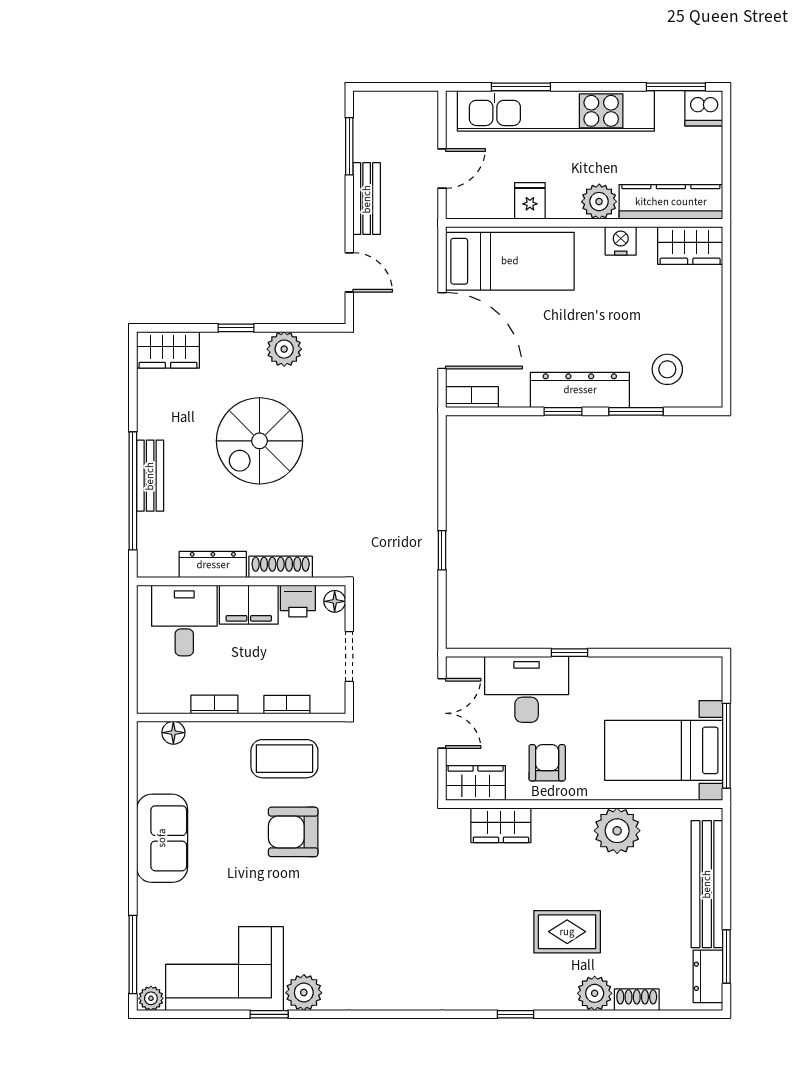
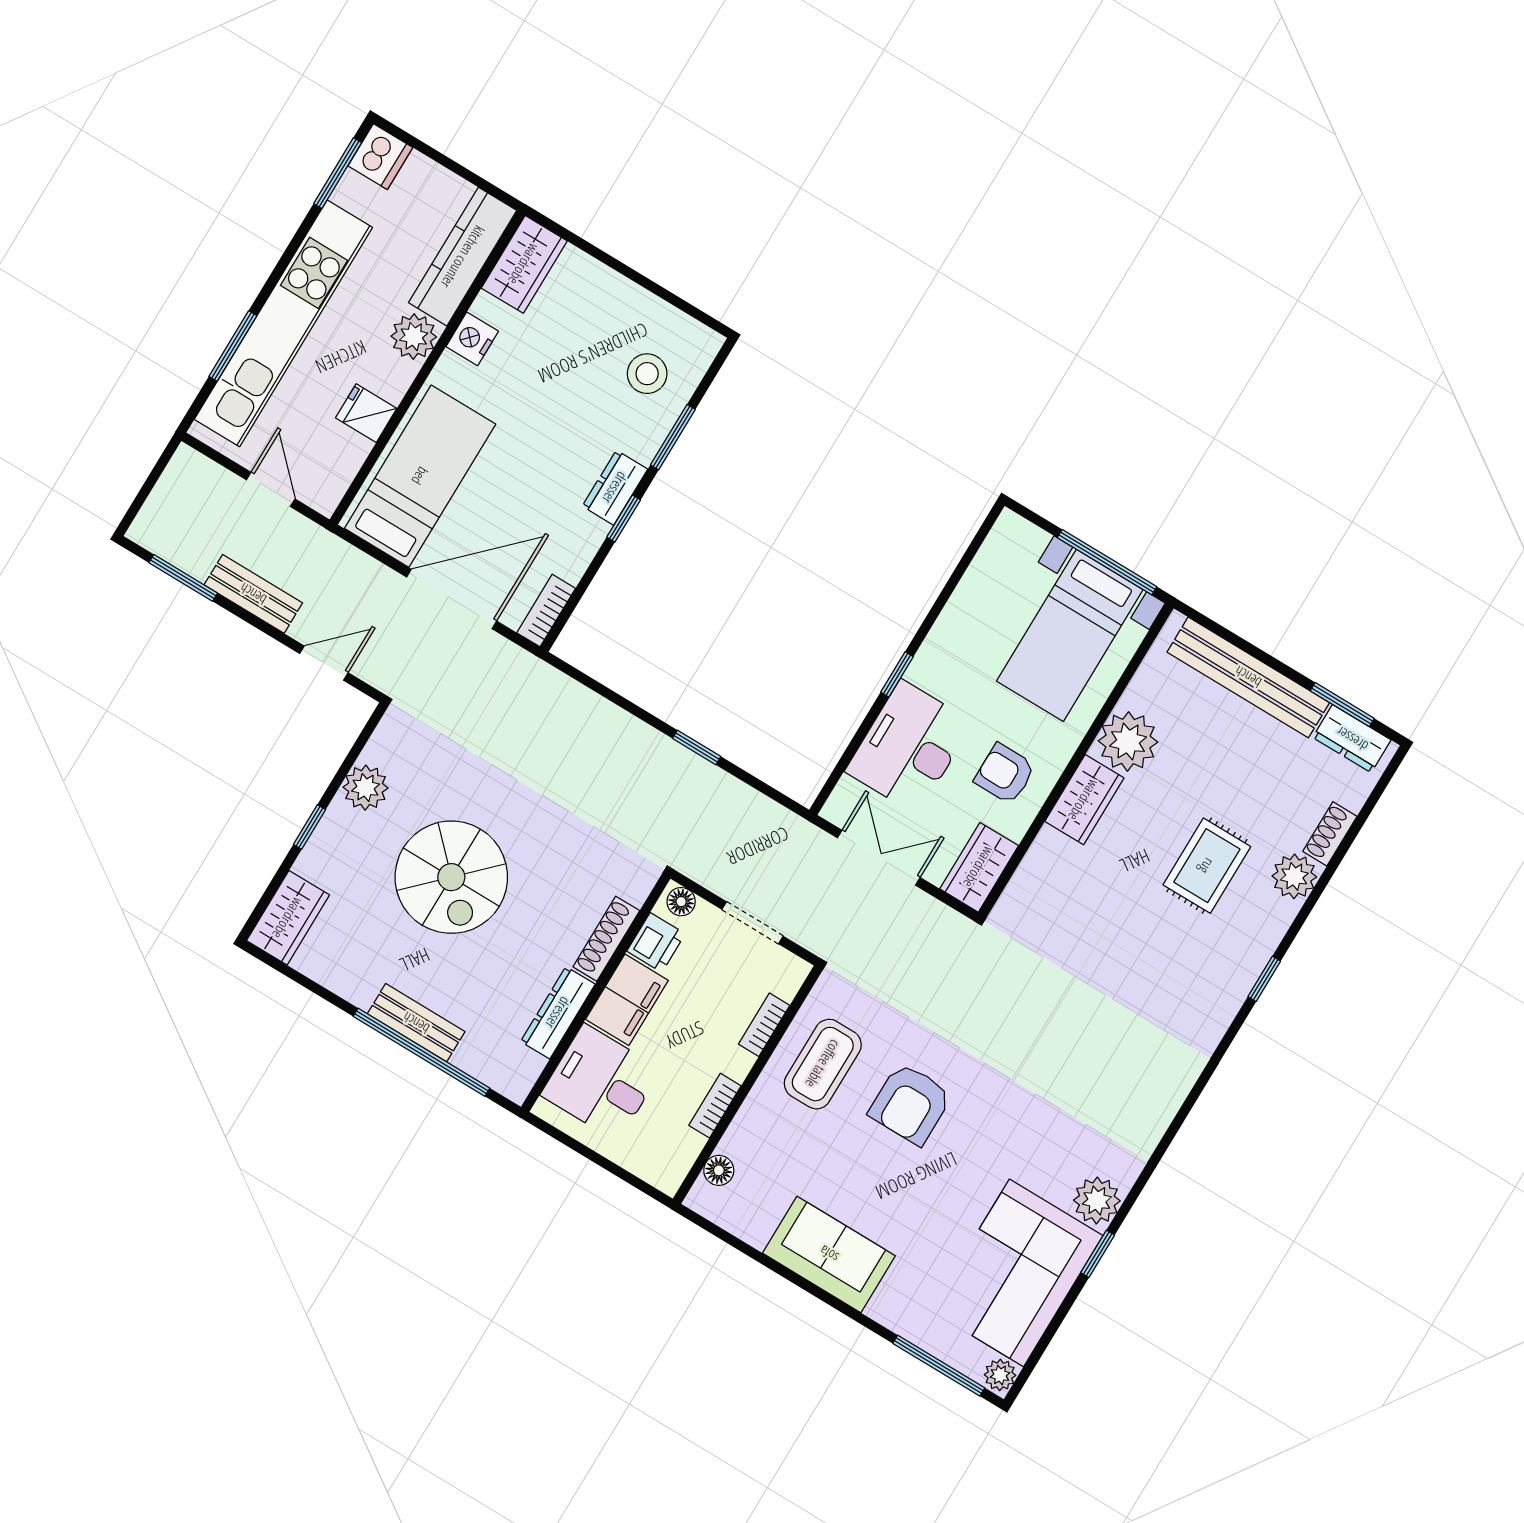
dresser: (580, 390) -> (615, 488), width x0.51, depth x0.80
wardrobe: (501, 825) -> (1084, 800), moved

